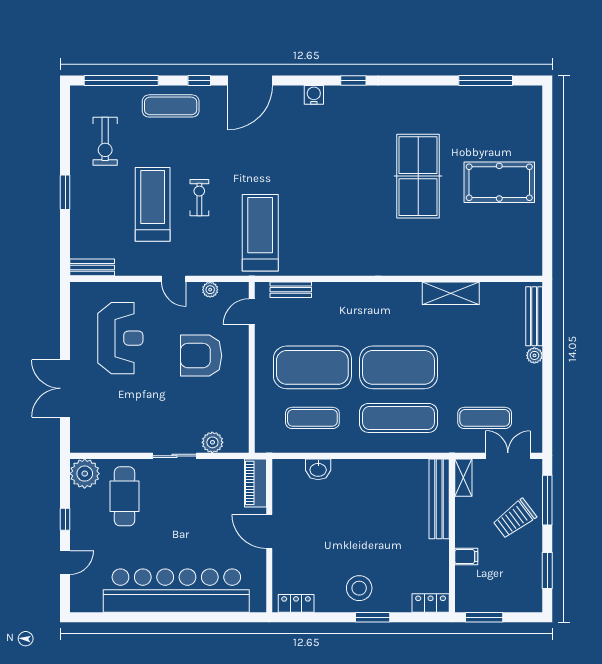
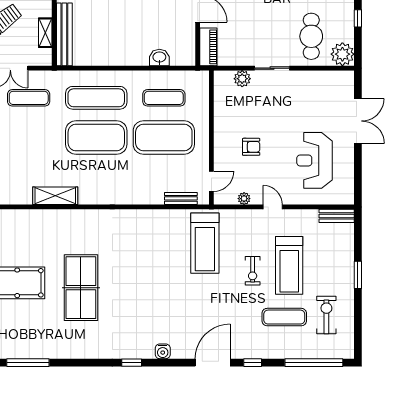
exercise mat: (171, 106) -> (284, 317), moved
armchair: (201, 356) -> (251, 147), width x0.53, depth x0.53
shelving: (463, 478) -> (45, 33), moved

